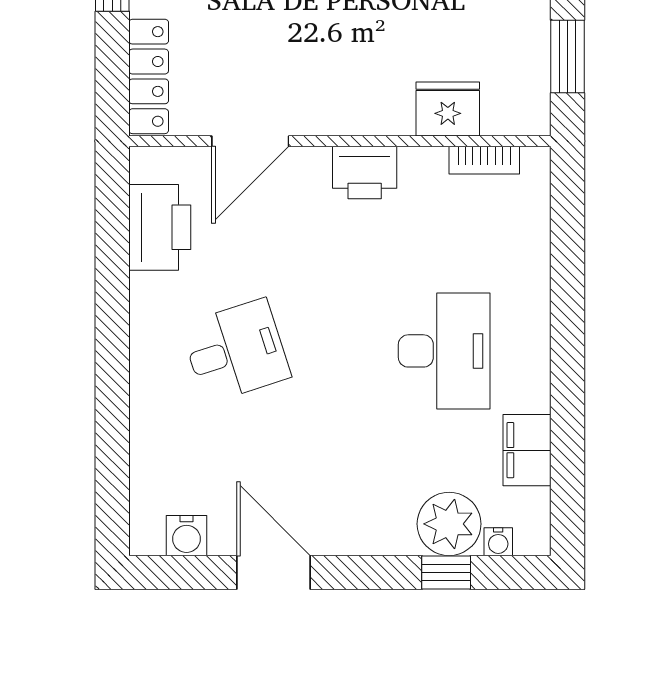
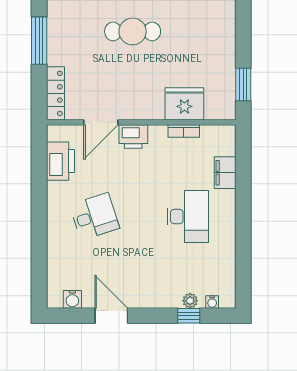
fridge: (448, 109) -> (184, 104), width x1.36, depth x1.34
bookcase: (484, 160) -> (184, 131), moved
printer: (365, 173) -> (133, 137), moved
filing cabinet: (527, 450) -> (225, 173), moved
plant: (449, 524) -> (190, 301), width x0.53, depth x0.53

